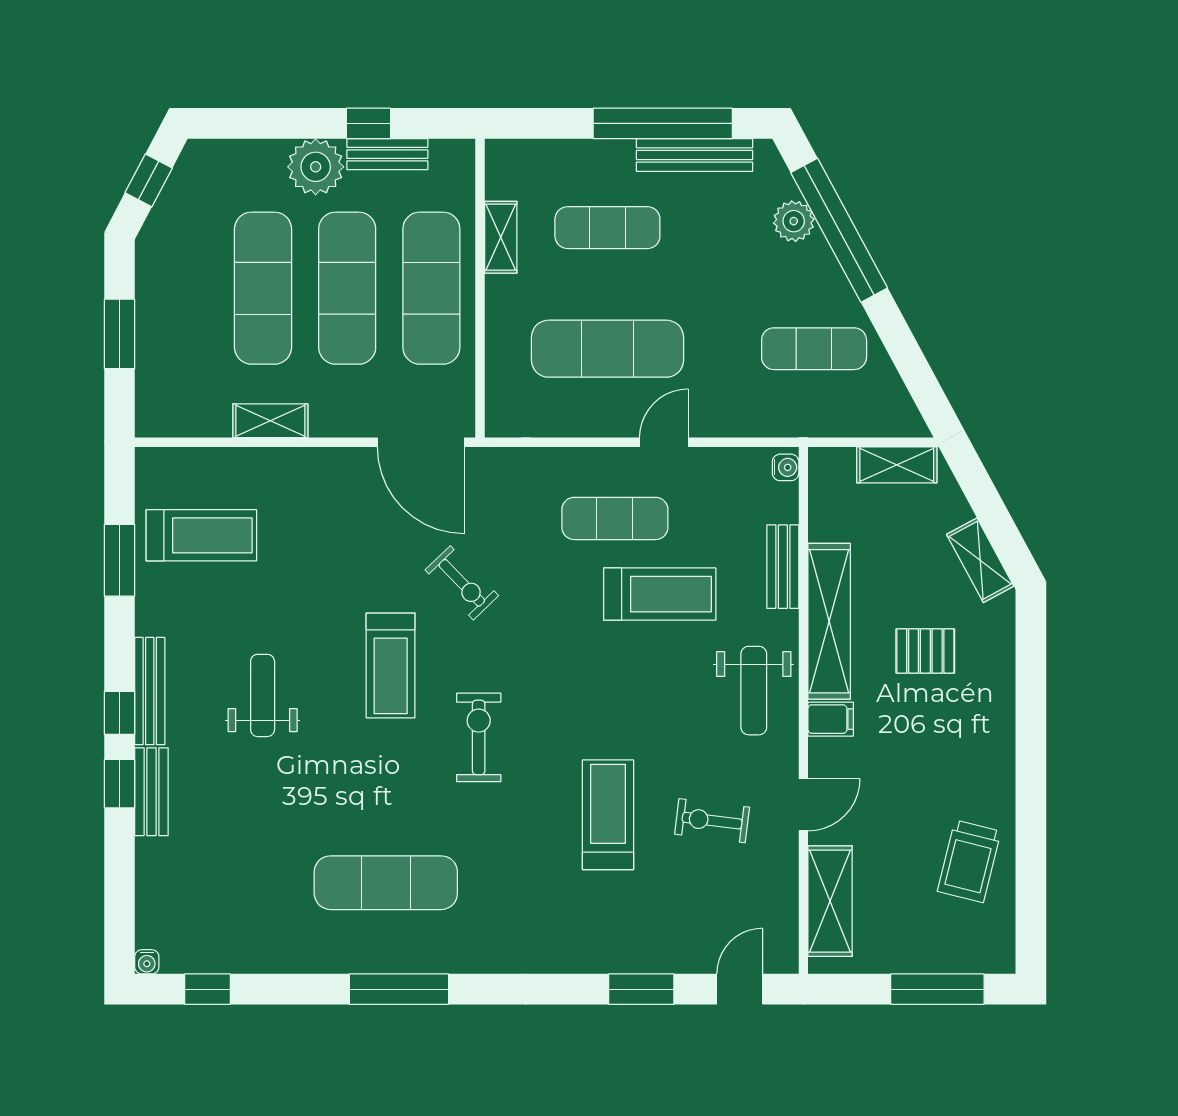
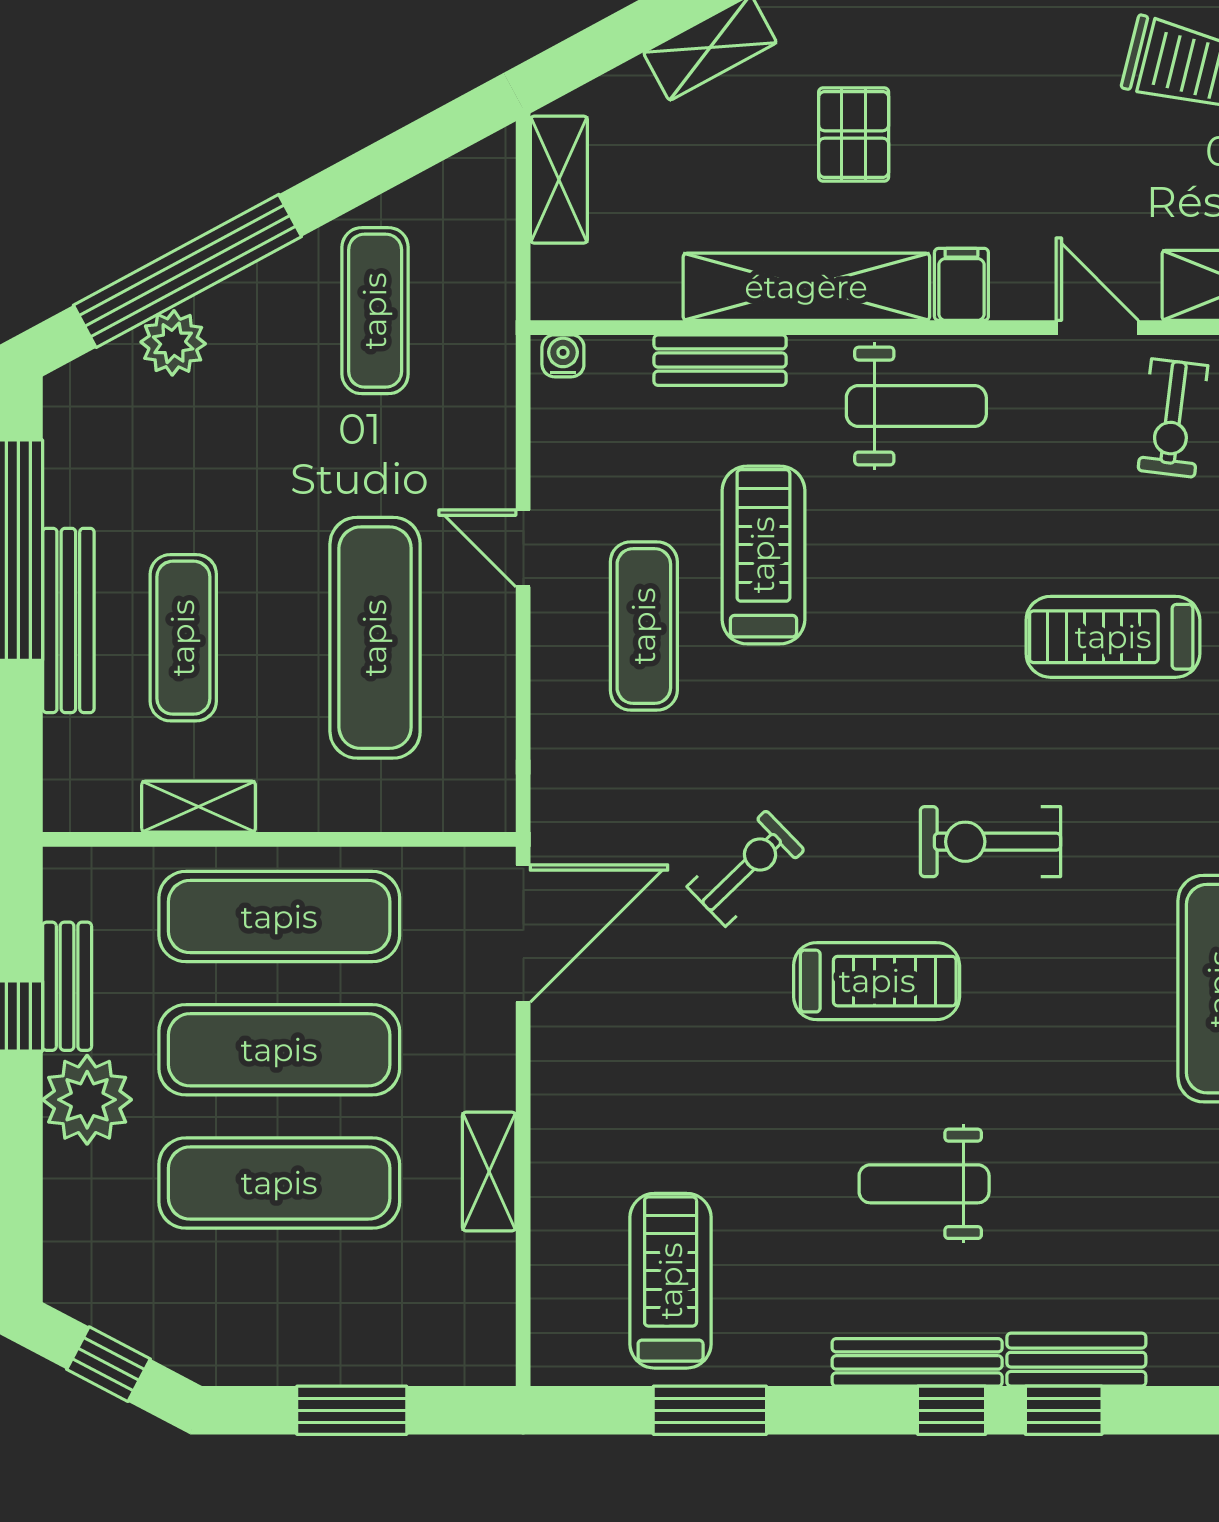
bench: (694, 155) -> (68, 620), moved
exercise bike: (712, 821) -> (1173, 418), moved

